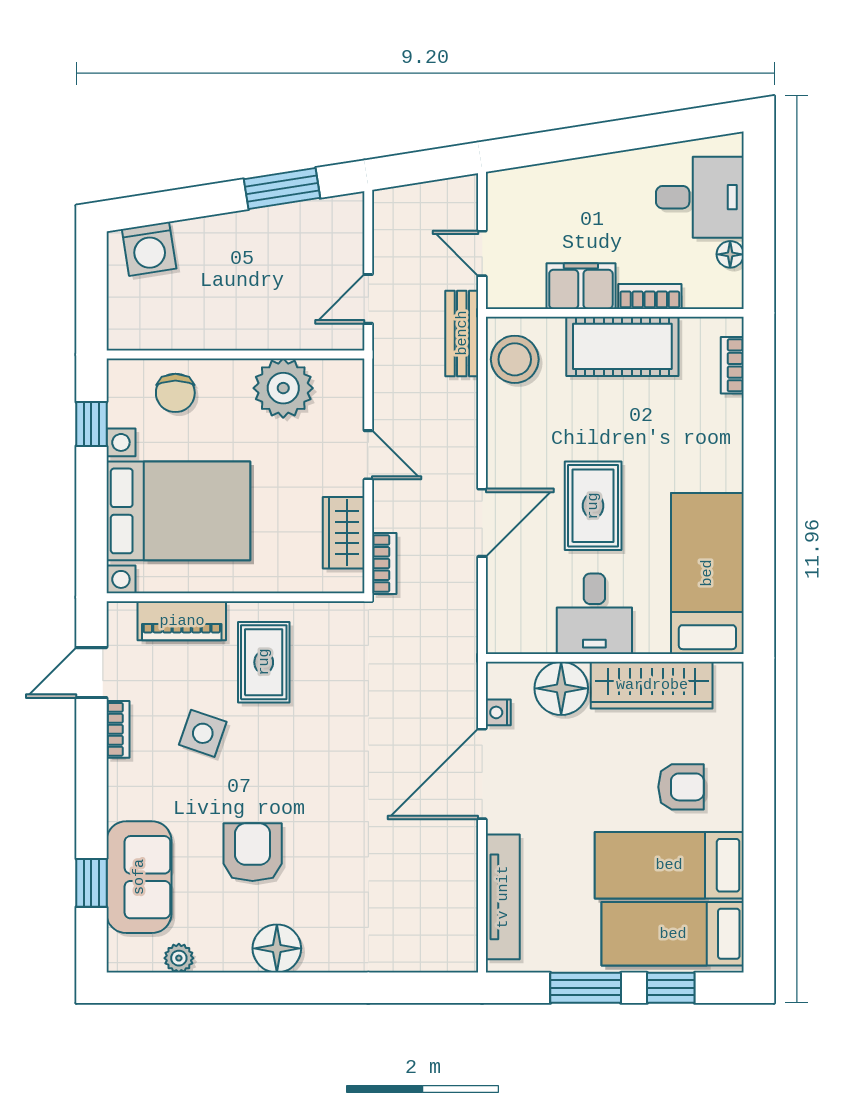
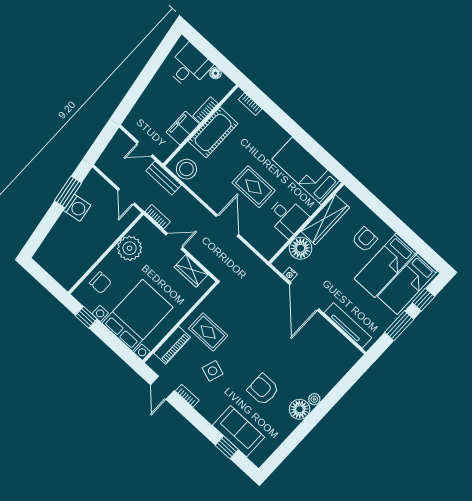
washing machine: (149, 249) -> (77, 208), moved
bookcase: (384, 564) -> (158, 217), moved
plant: (179, 958) -> (314, 399), moved

